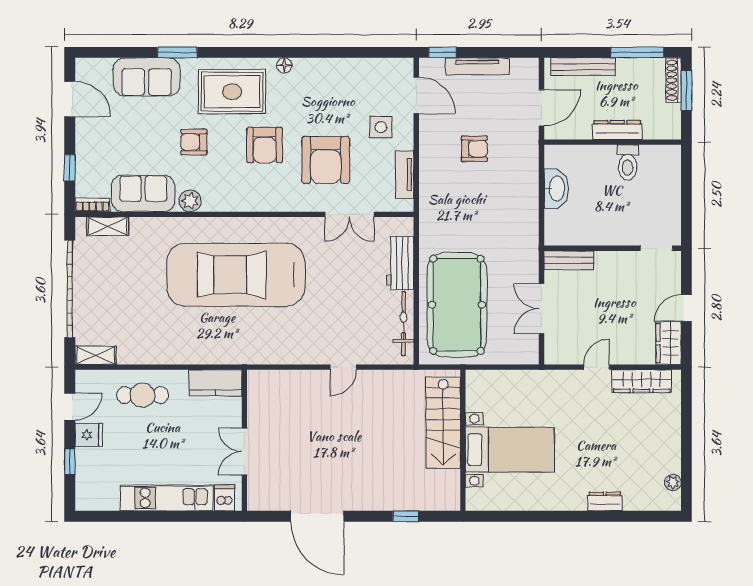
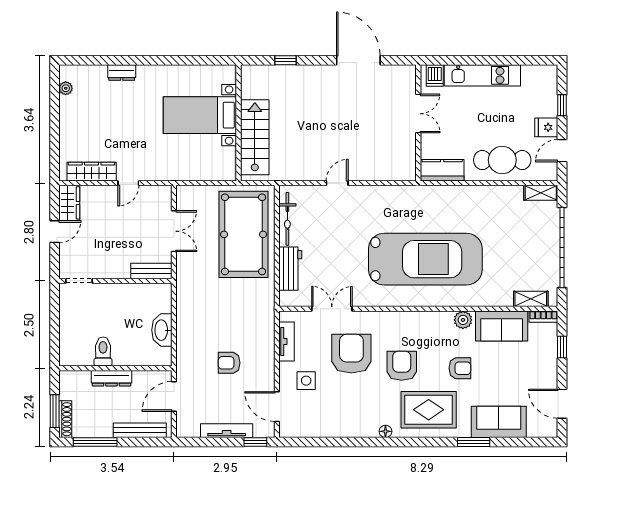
cafe table: (142, 395) -> (502, 160), width x1.37, depth x1.35

